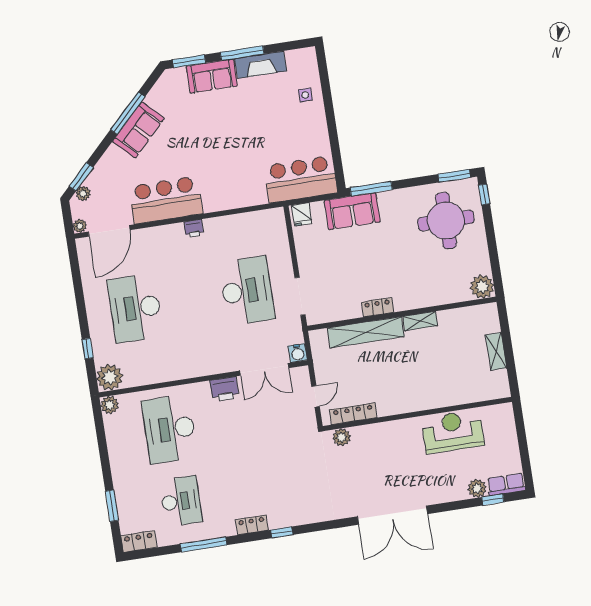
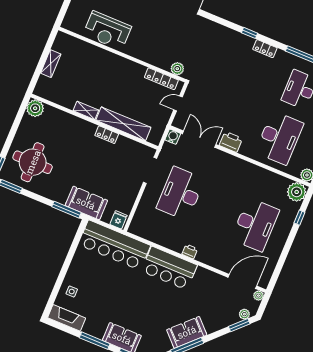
fireplace: (261, 65) -> (67, 318), moved
bar counter: (301, 179) -> (114, 245), width x1.36
bar counter: (166, 200) -> (169, 268), moved

